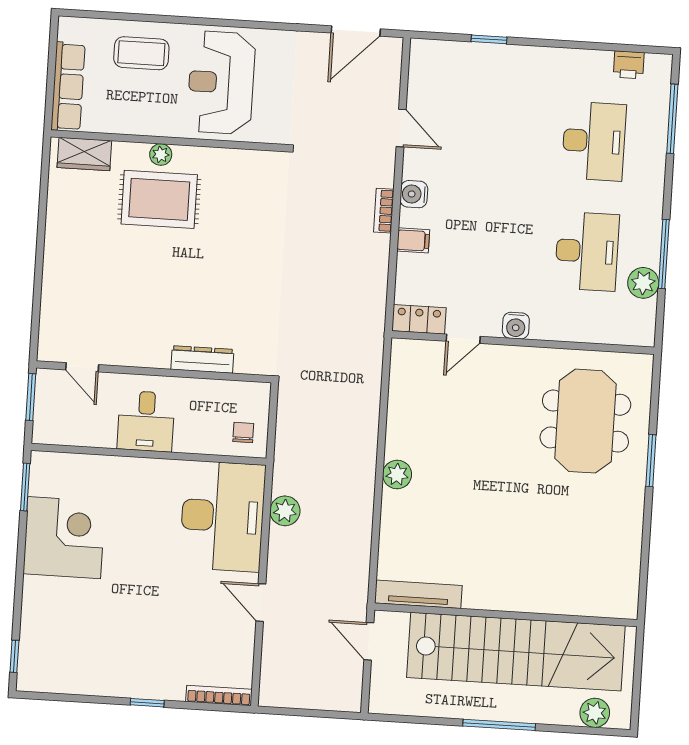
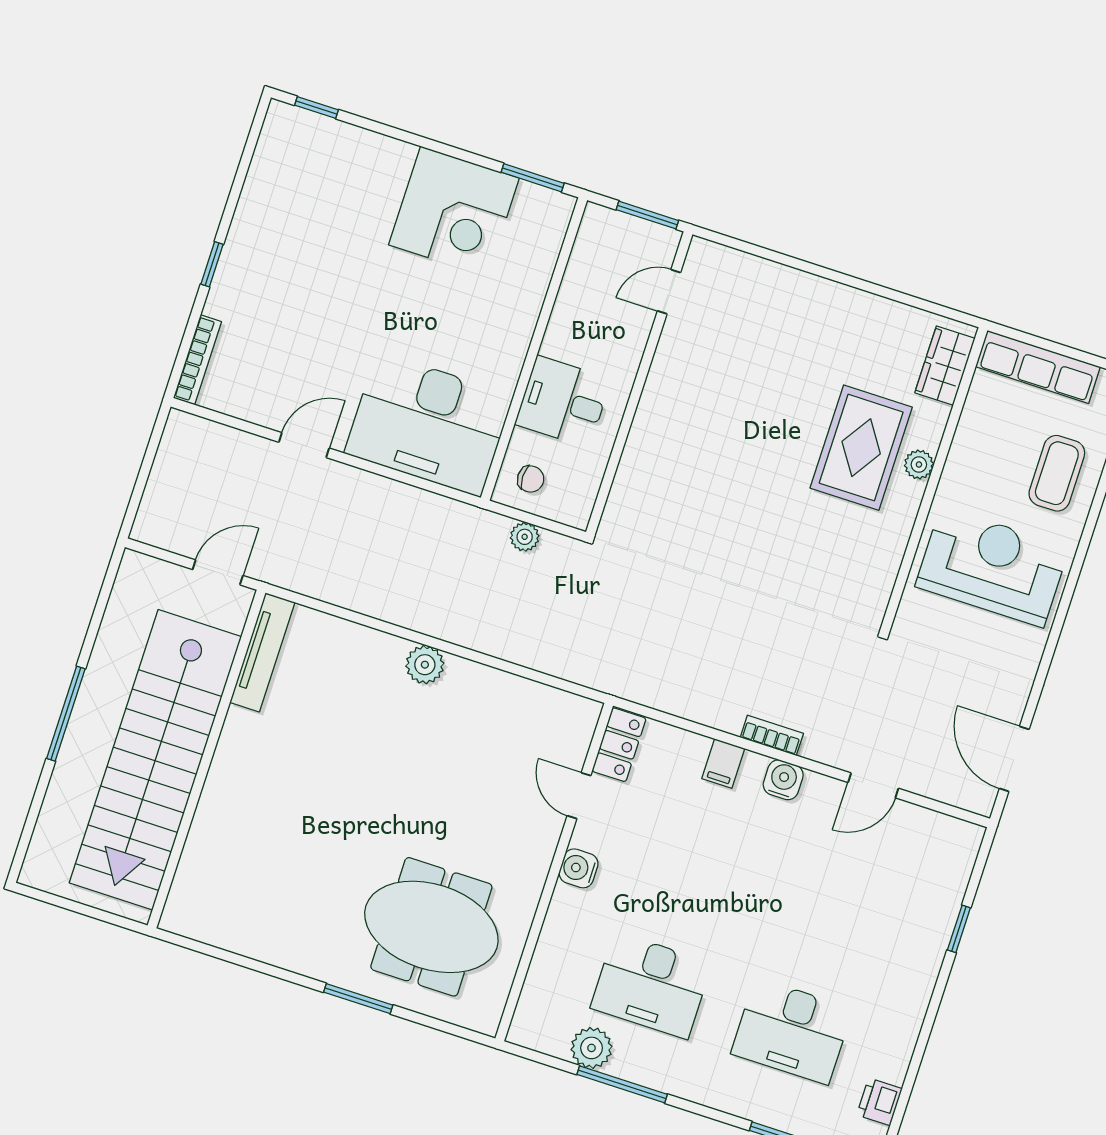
dresser: (202, 359) -> (639, 450), removed
desk: (146, 421) -> (563, 402), moved
plant: (285, 511) -> (525, 537), moved, width x0.73, depth x0.73
plant: (595, 713) -> (50, 842), removed

